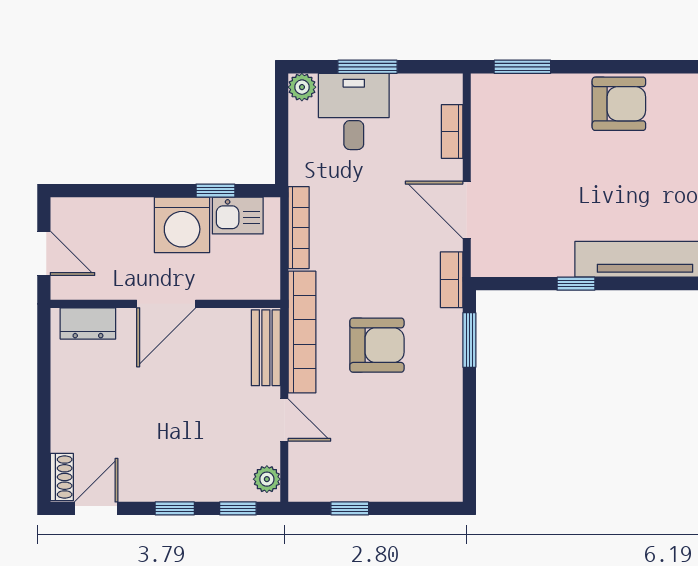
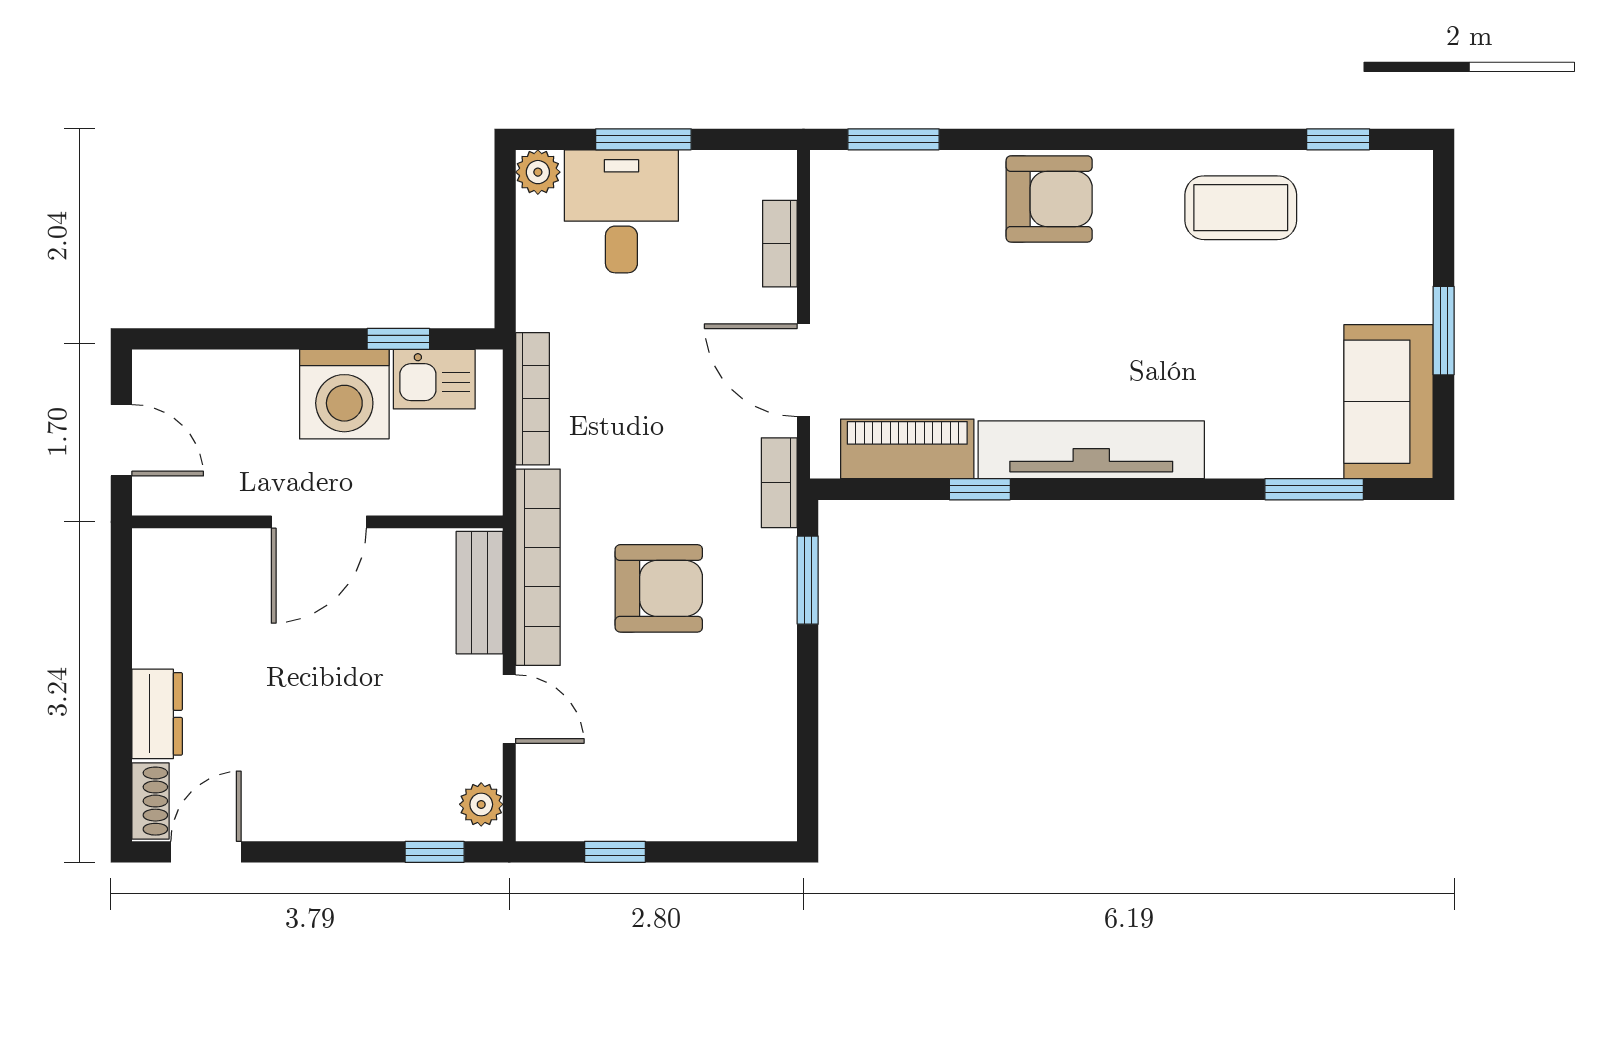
piano: (531, 259) -> (907, 449), added
dresser: (88, 323) -> (157, 714), moved, turned -90
window: (175, 508) -> (333, 852), removed

